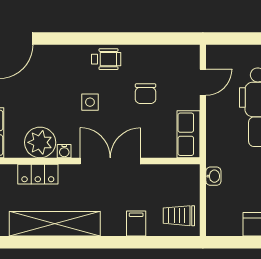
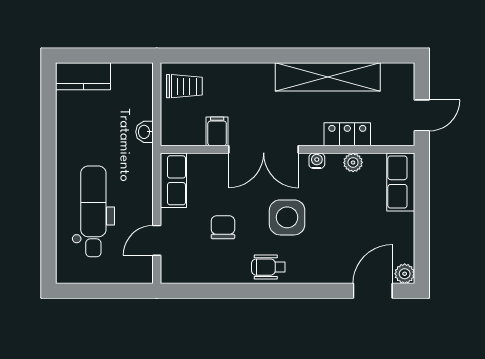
side table: (90, 102) -> (287, 217), width x1.87, depth x1.87
plant: (40, 142) -> (353, 162), width x0.53, depth x0.53
filing cabinet: (136, 224) -> (217, 131), moved, turned 180

